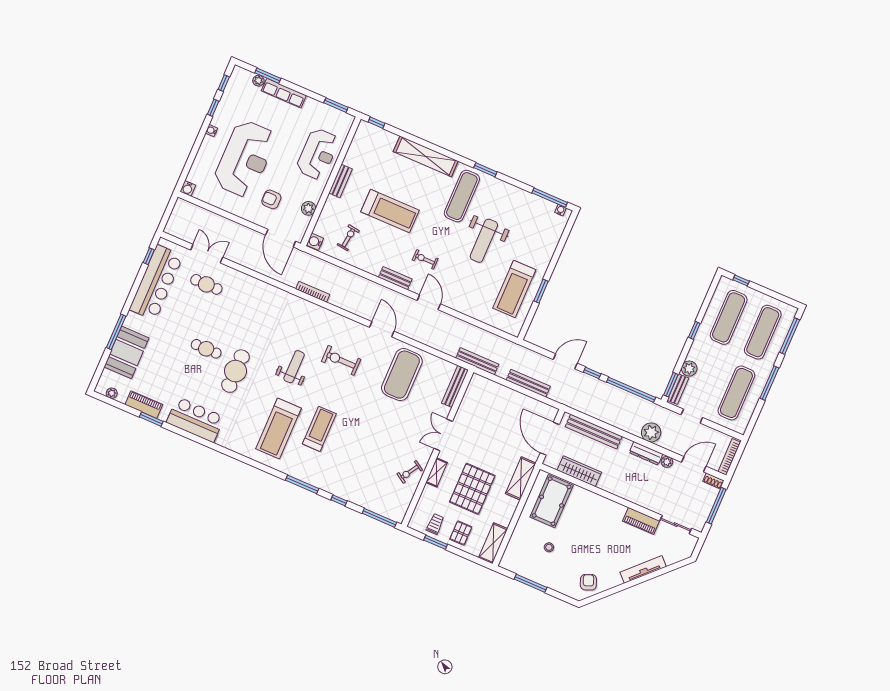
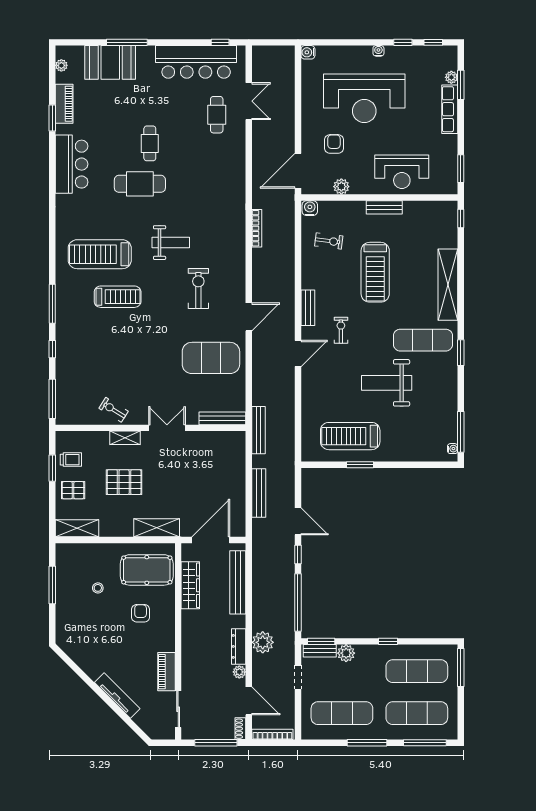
window: (741, 280) -> (461, 667), width x2.17
pallet: (472, 489) -> (124, 482), width x0.73, depth x0.71
armchair: (588, 582) -> (141, 613), moved, turned -68

